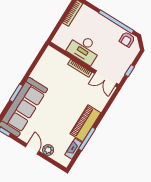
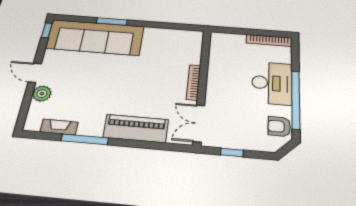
desk: (84, 49) -> (272, 83), moved, turned 180
piano: (85, 123) -> (136, 129), moved
door: (32, 149) -> (35, 73), swing flipped

